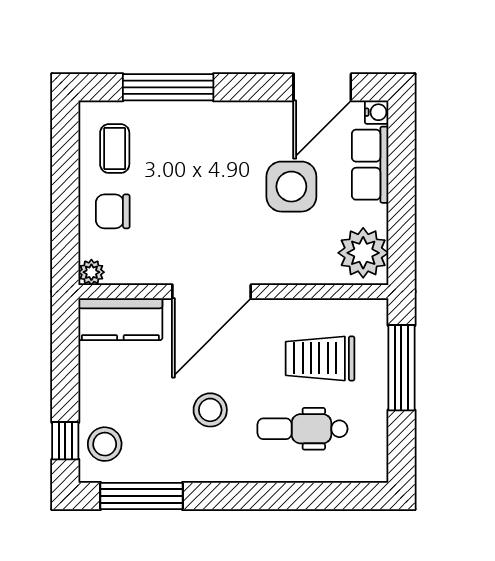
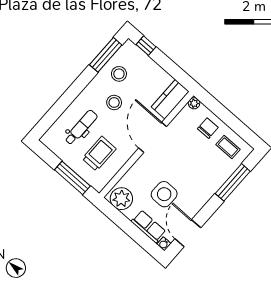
stool: (105, 444) -> (119, 74), moved

